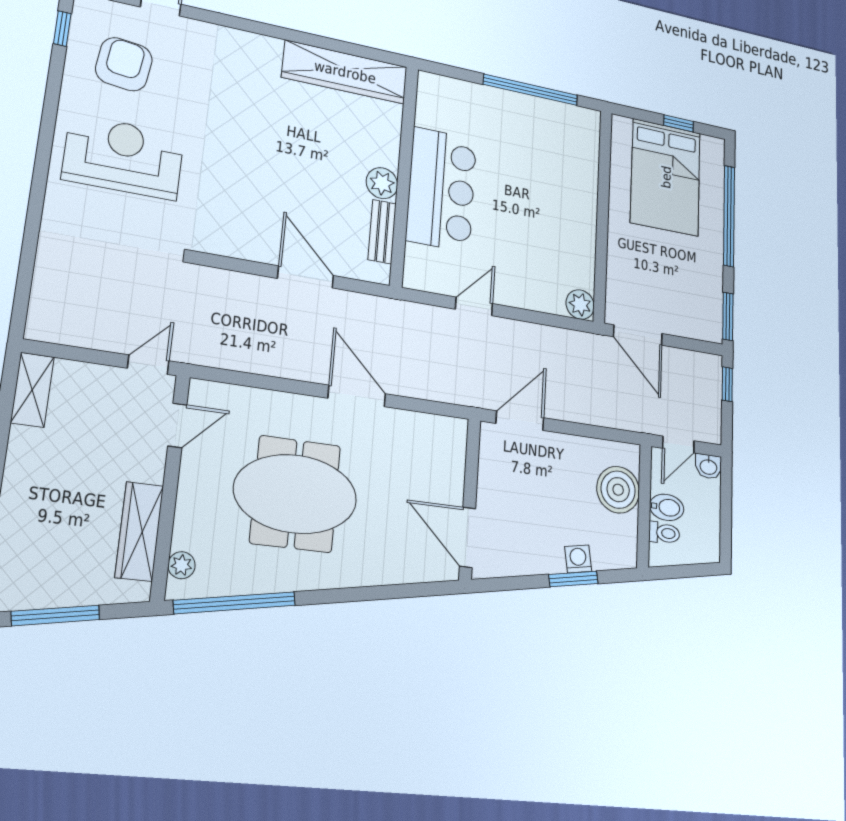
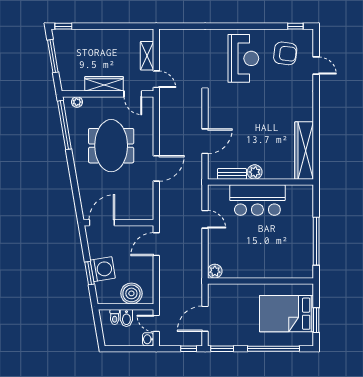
window: (679, 123) -> (316, 320), width x1.50
door: (638, 335) -> (205, 319), moved
shelving: (32, 390) -> (147, 56), moved, turned 90
door: (520, 421) -> (156, 244), swing flipped
wardrobe: (139, 531) -> (104, 84), moved
washing machine: (578, 559) -> (103, 269), width x1.89, depth x1.89

